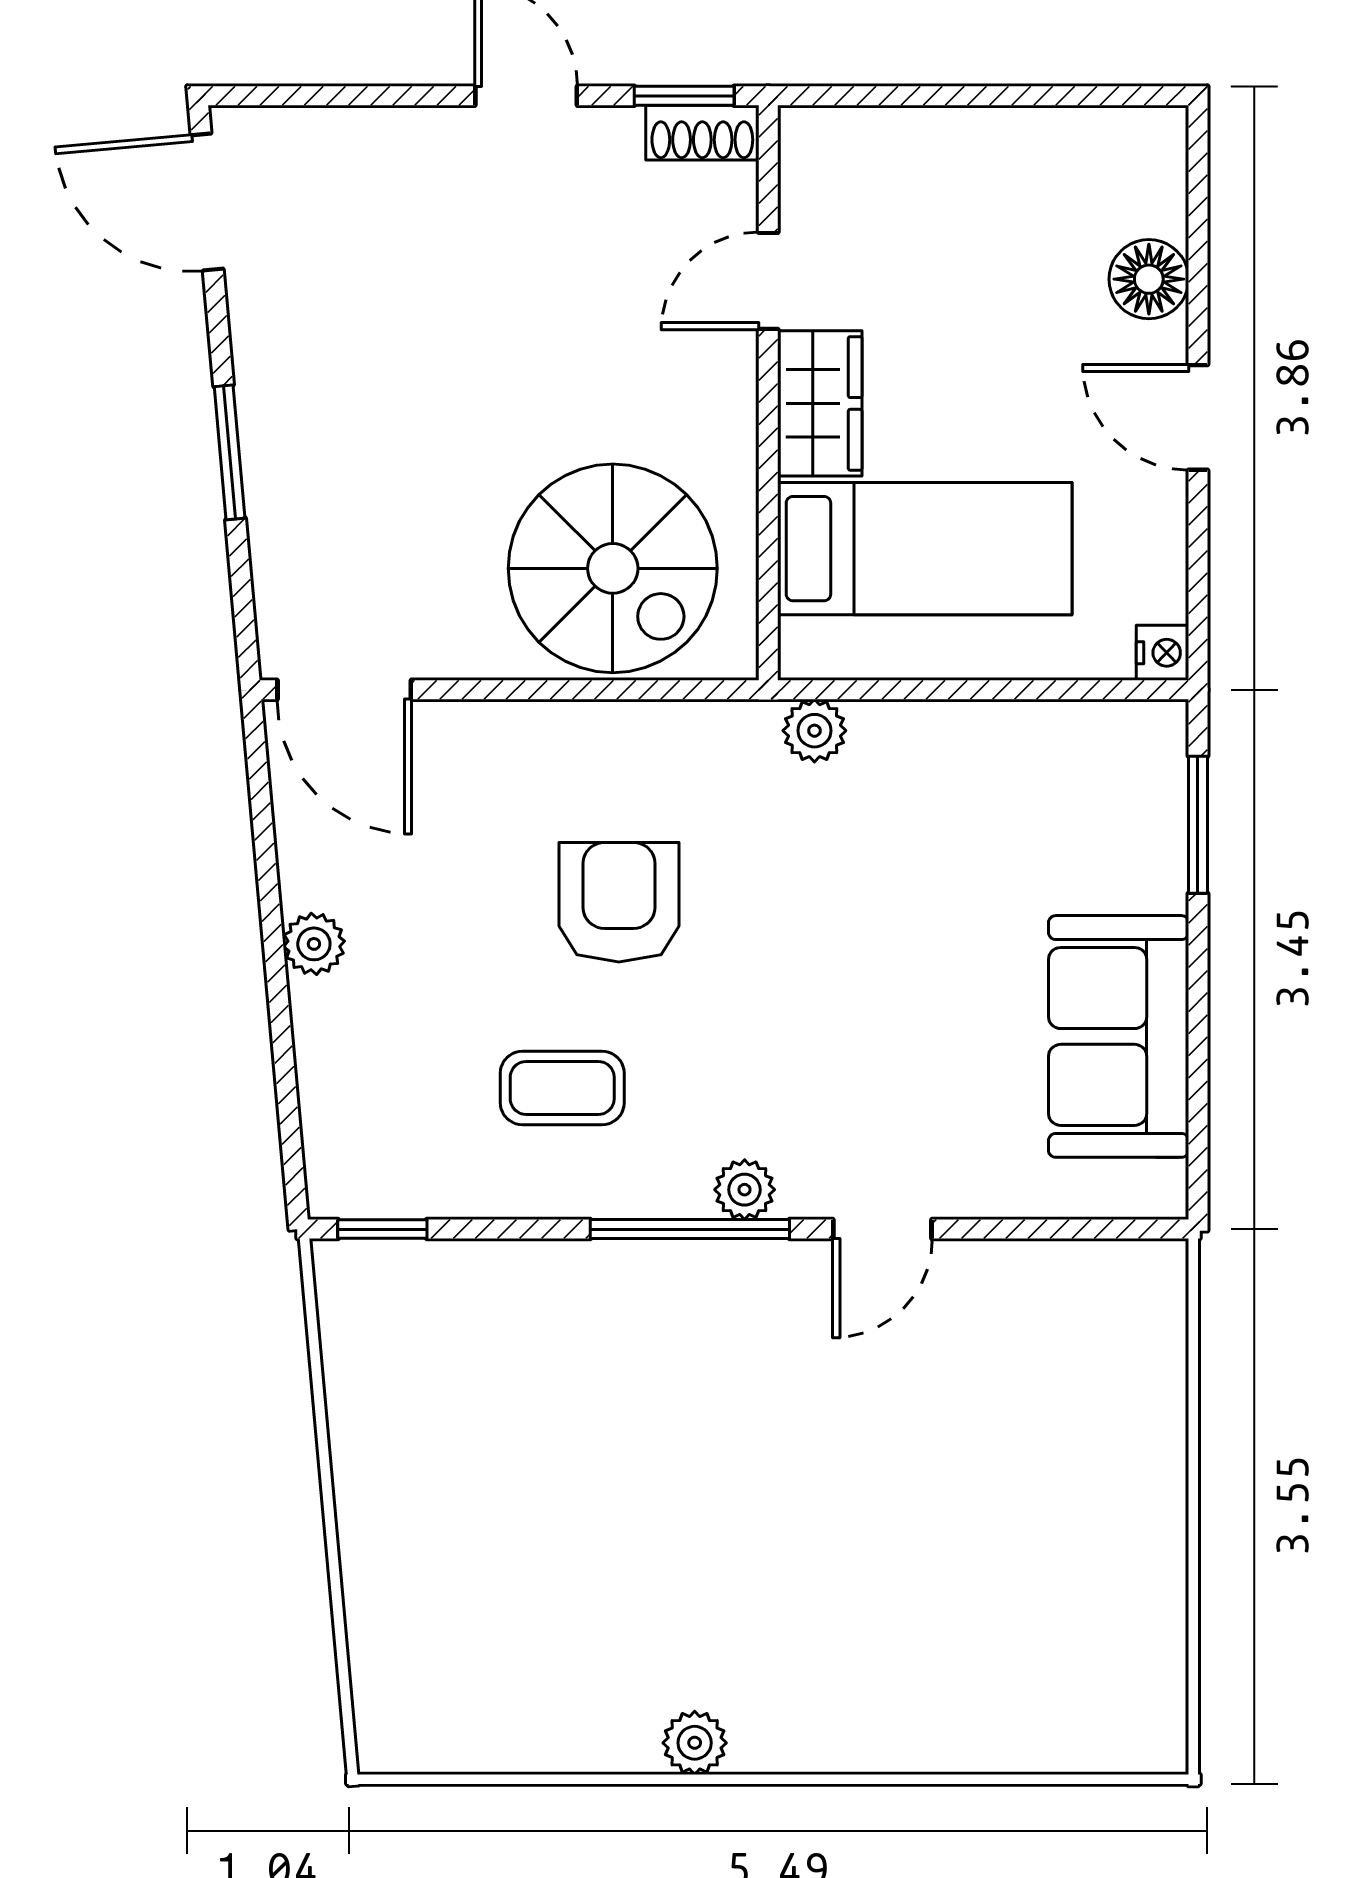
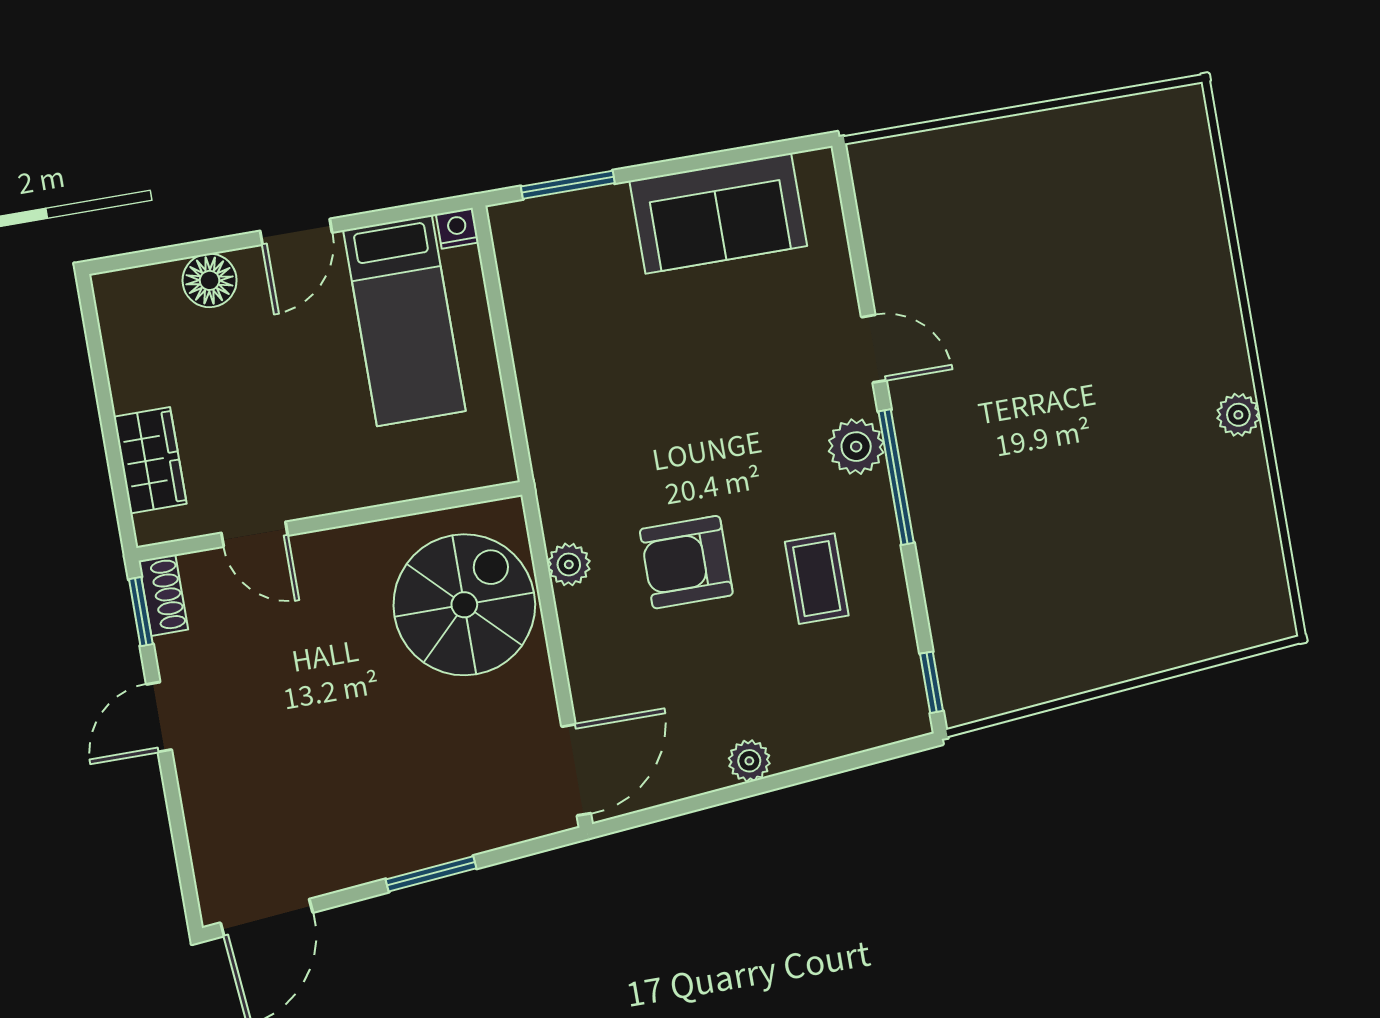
wardrobe: (820, 403) -> (150, 460), moved, turned 90
bed: (925, 549) -> (404, 321), moved, turned 180
plant: (814, 731) -> (569, 564), moved
plant: (745, 1190) -> (856, 447), width x1.38, depth x1.38

